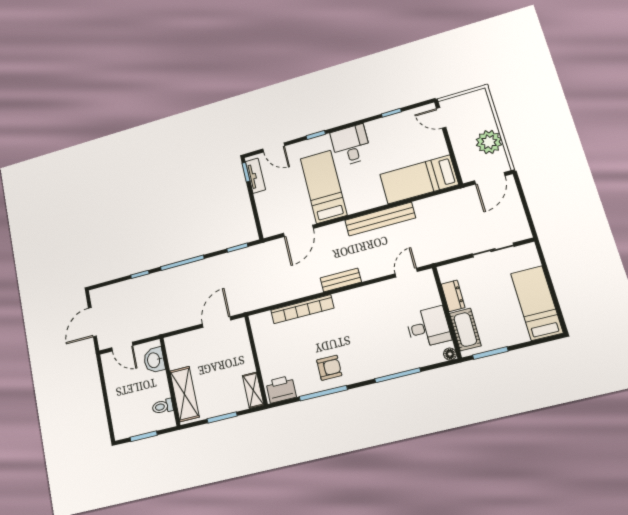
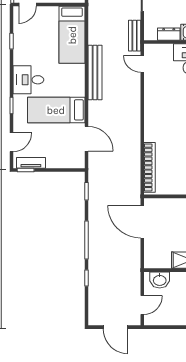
bench: (341, 280) -> (135, 36), moved
bookcase: (302, 309) -> (150, 167), moved
door: (217, 322) -> (142, 222), width x1.36

